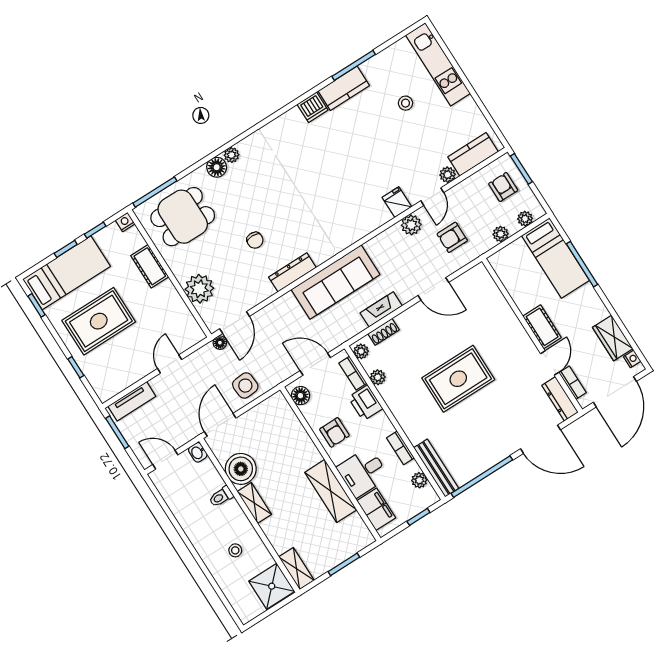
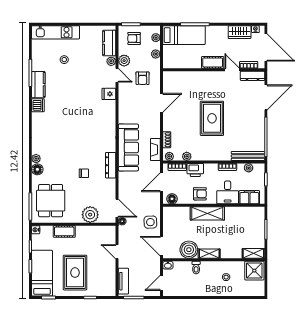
plant: (411, 225) -> (124, 61), moved
fireplace: (381, 309) -> (155, 150), moved
shelving: (331, 491) -> (207, 213), moved

